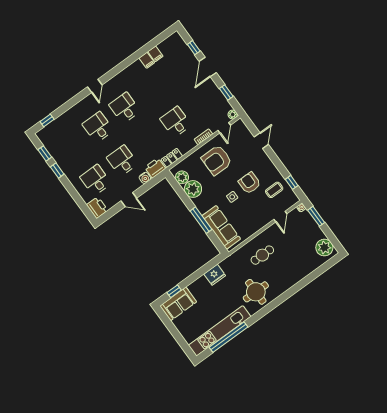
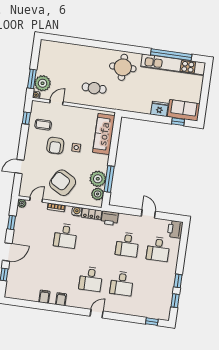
filing cabinet: (155, 54) -> (61, 299), moved
armchair: (217, 160) -> (63, 183), turned -151
water cooler: (145, 178) -> (77, 211), moved
window: (201, 220) -> (109, 179), moved
plant: (324, 248) -> (43, 83), moved
fridge: (215, 275) -> (159, 109), moved

